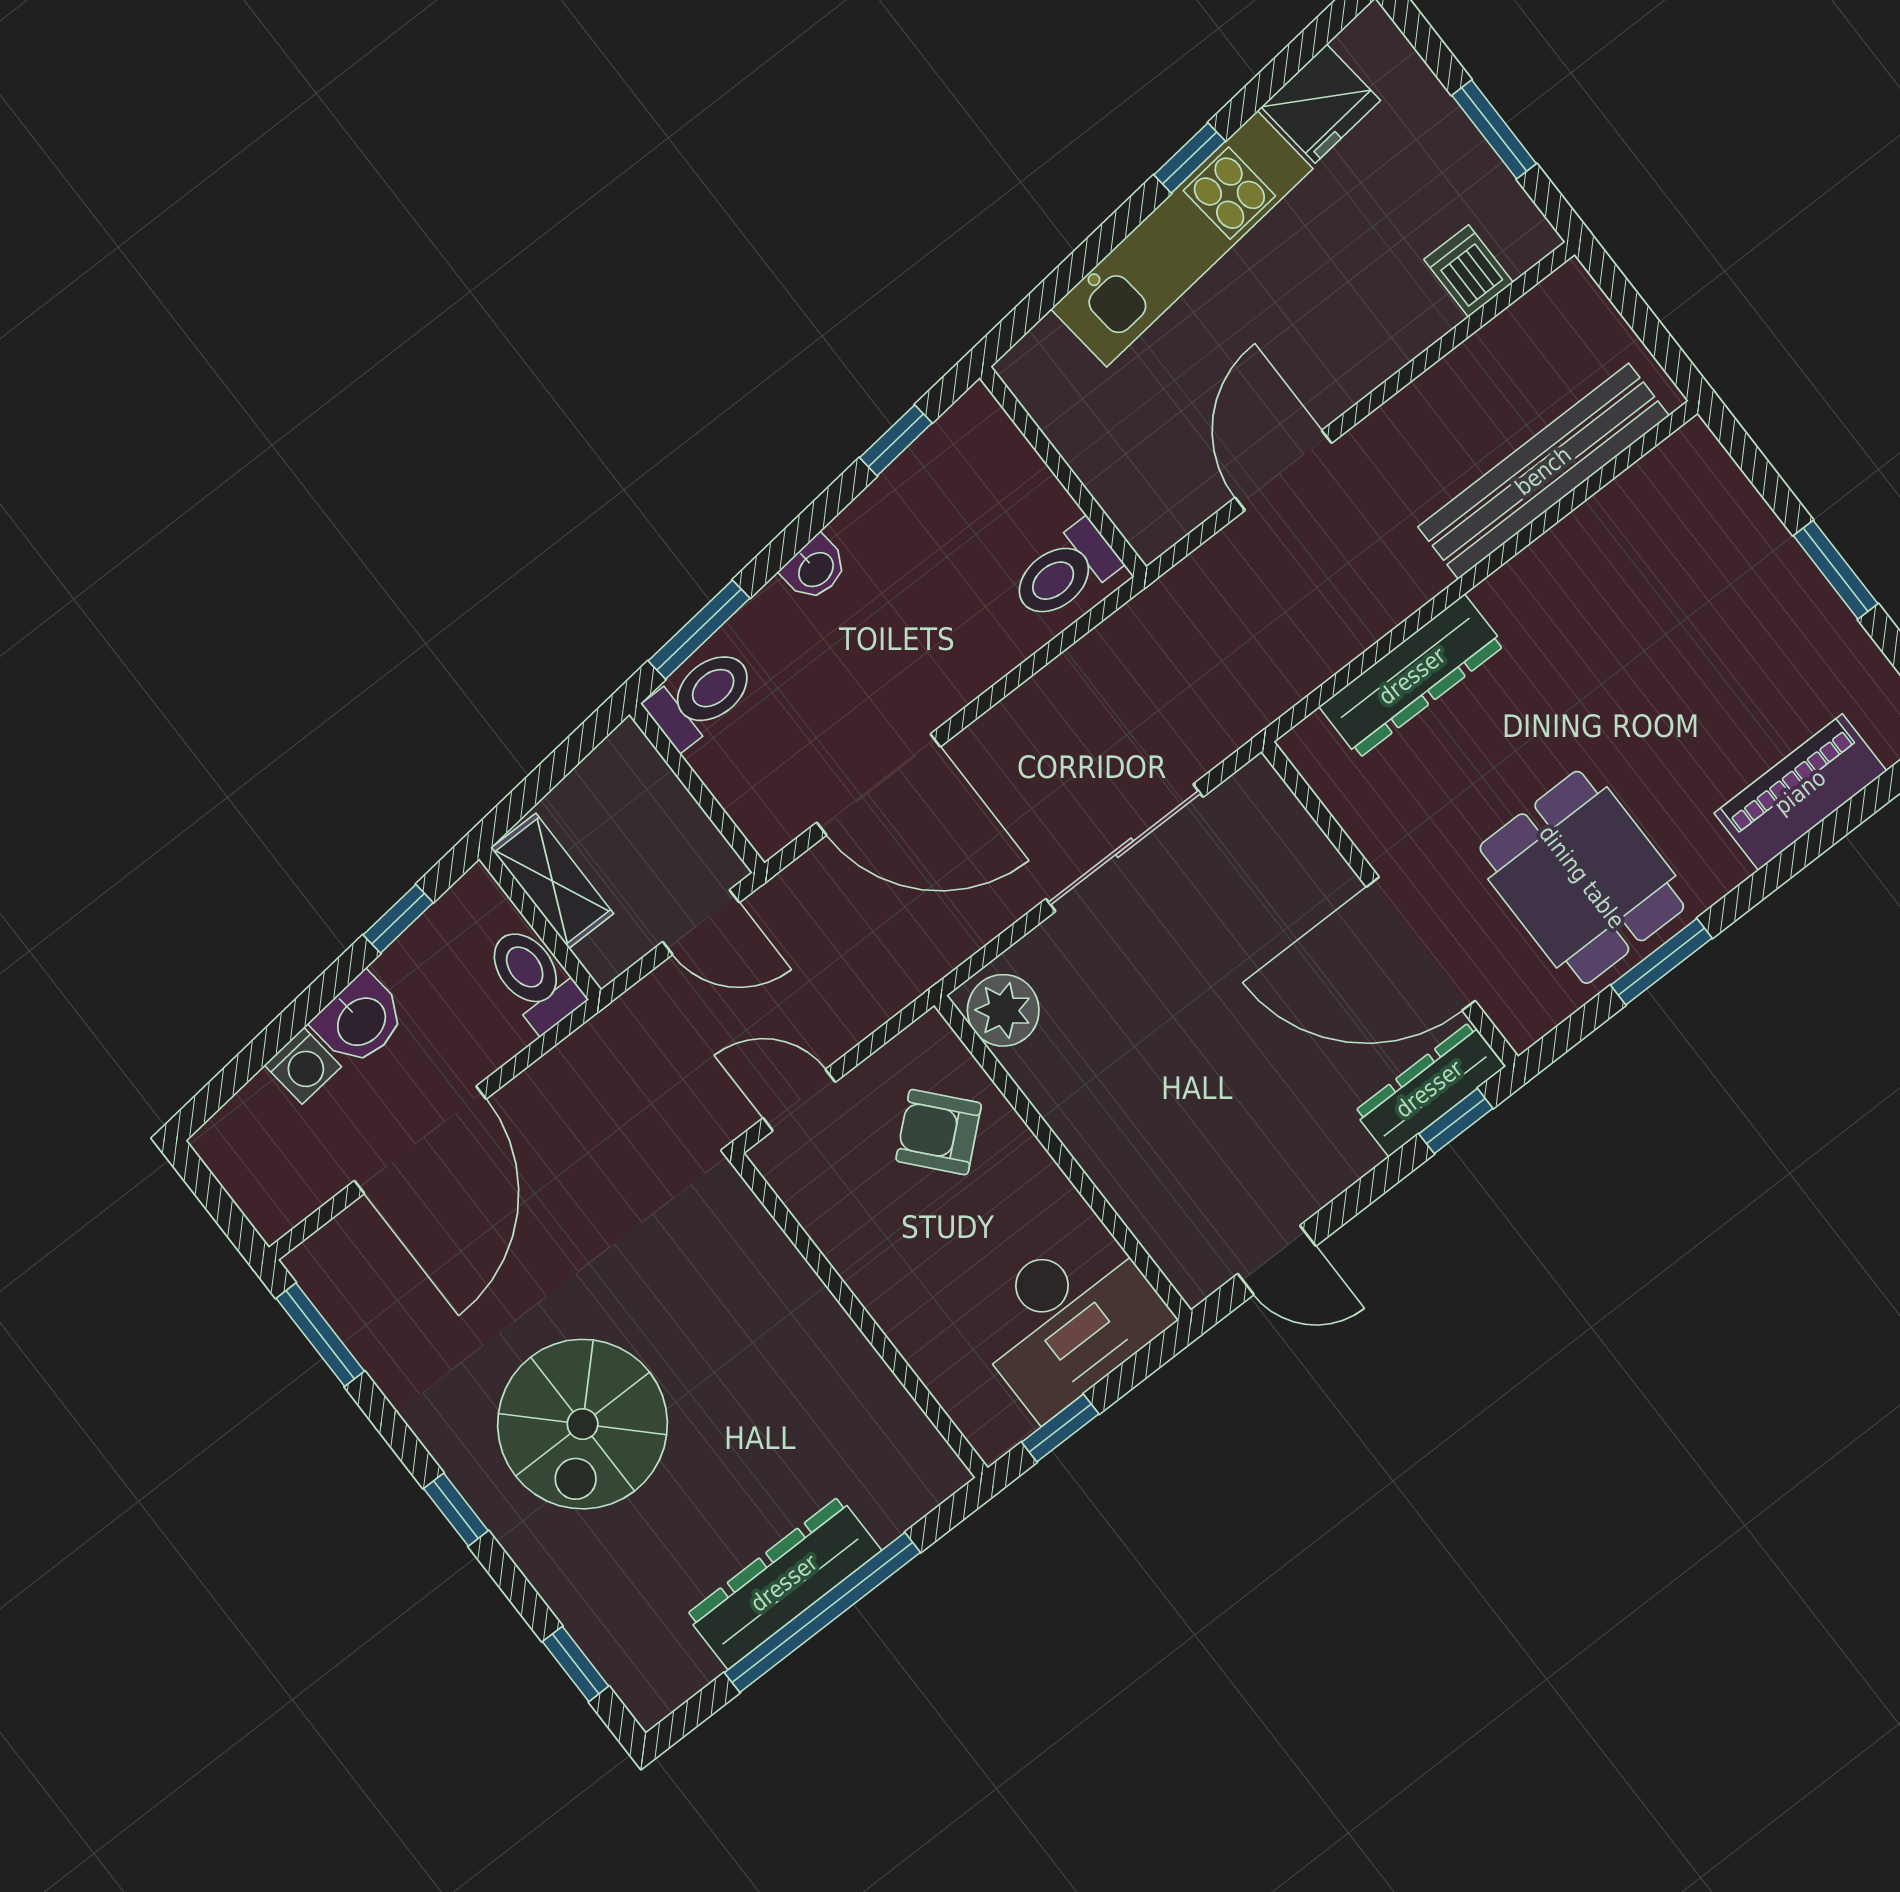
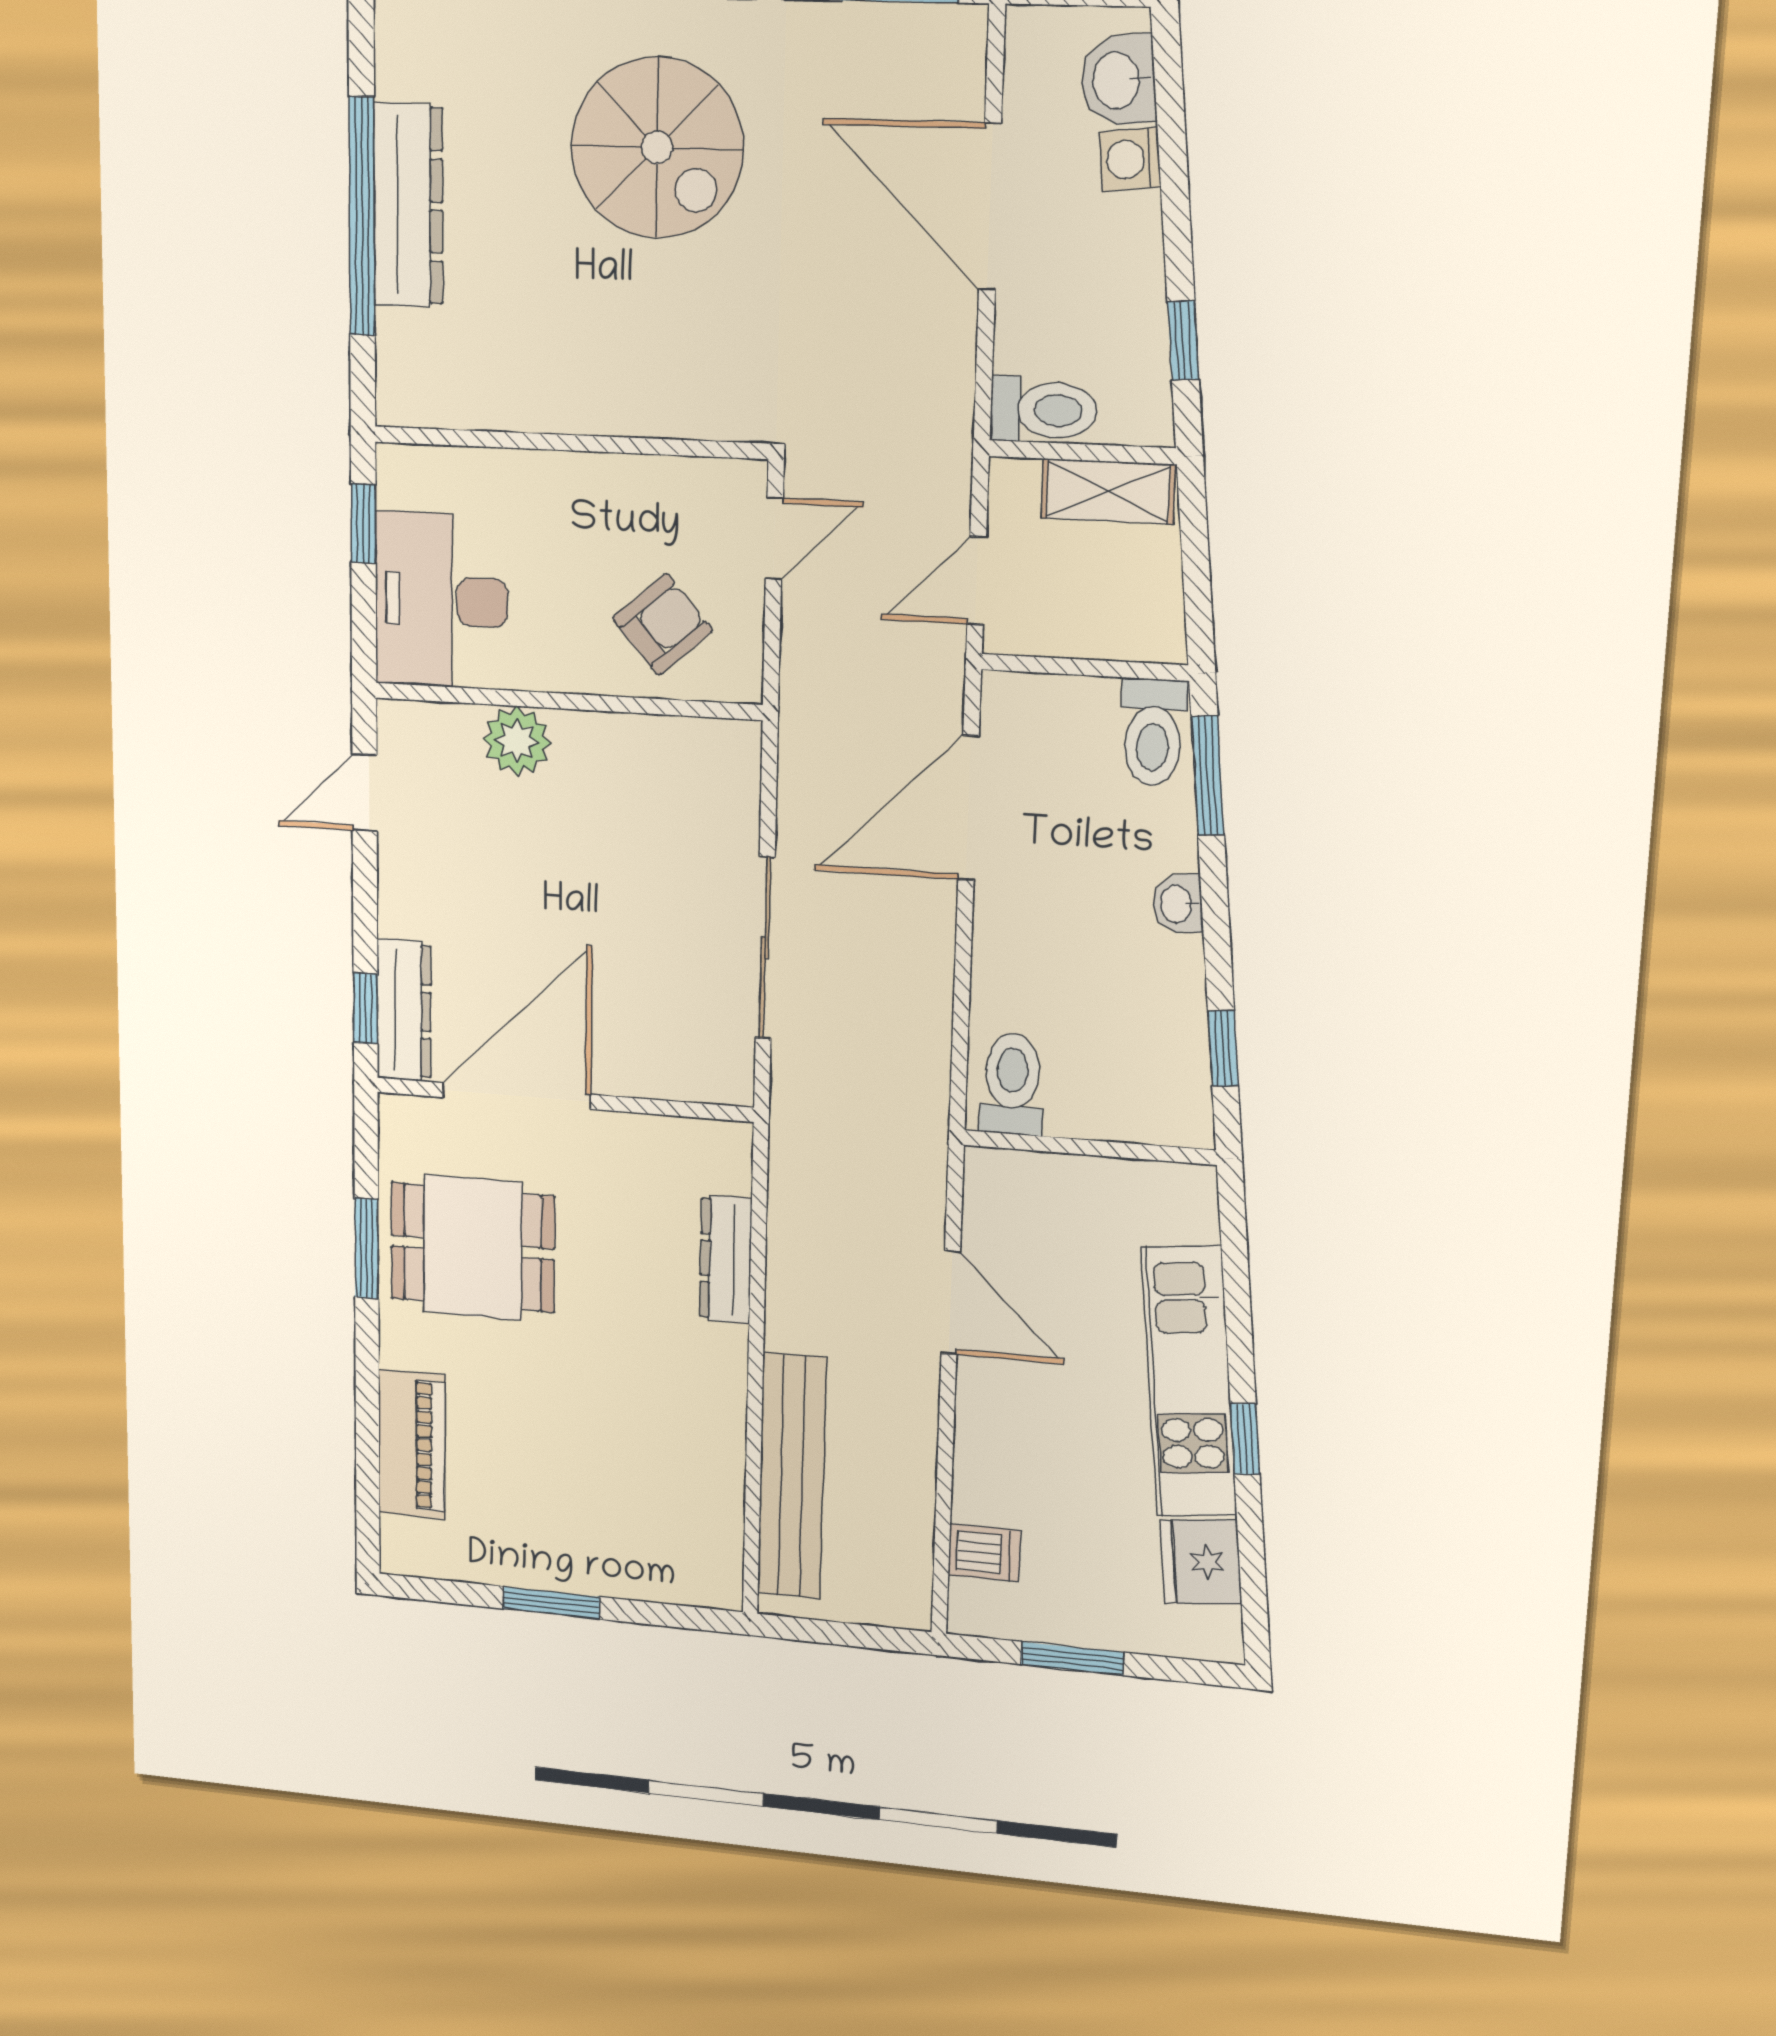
dresser: (1412, 676) -> (726, 1259), width x0.73, depth x0.80
plant: (1003, 1010) -> (517, 741), moved
washbasin: (360, 1020) -> (1118, 80), moved
spiral stairs: (583, 1424) -> (657, 148), turned 180

